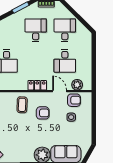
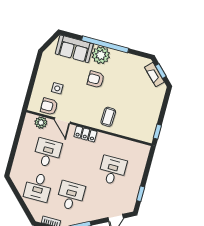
desk: (36, 30) -> (71, 196), turned 180
armchair: (43, 113) -> (96, 79), moved

